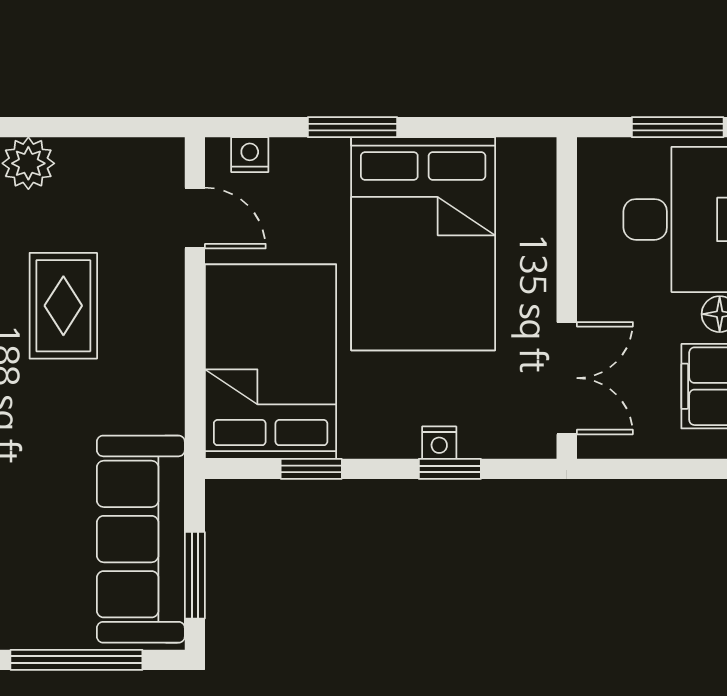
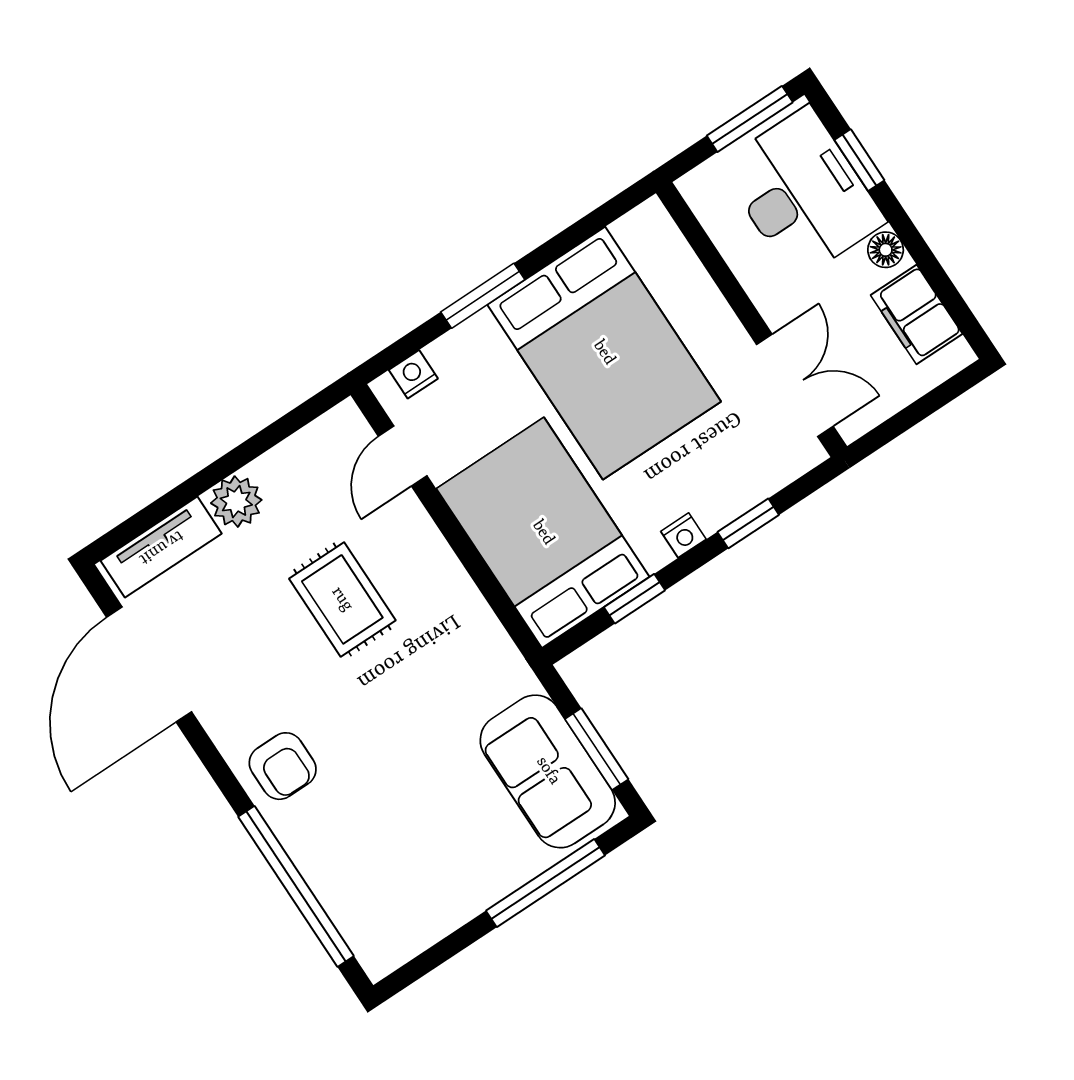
door: (195, 218) -> (403, 456), swing flipped
nightstand: (439, 443) -> (683, 535), moved
sofa: (141, 539) -> (548, 771), width x0.73

